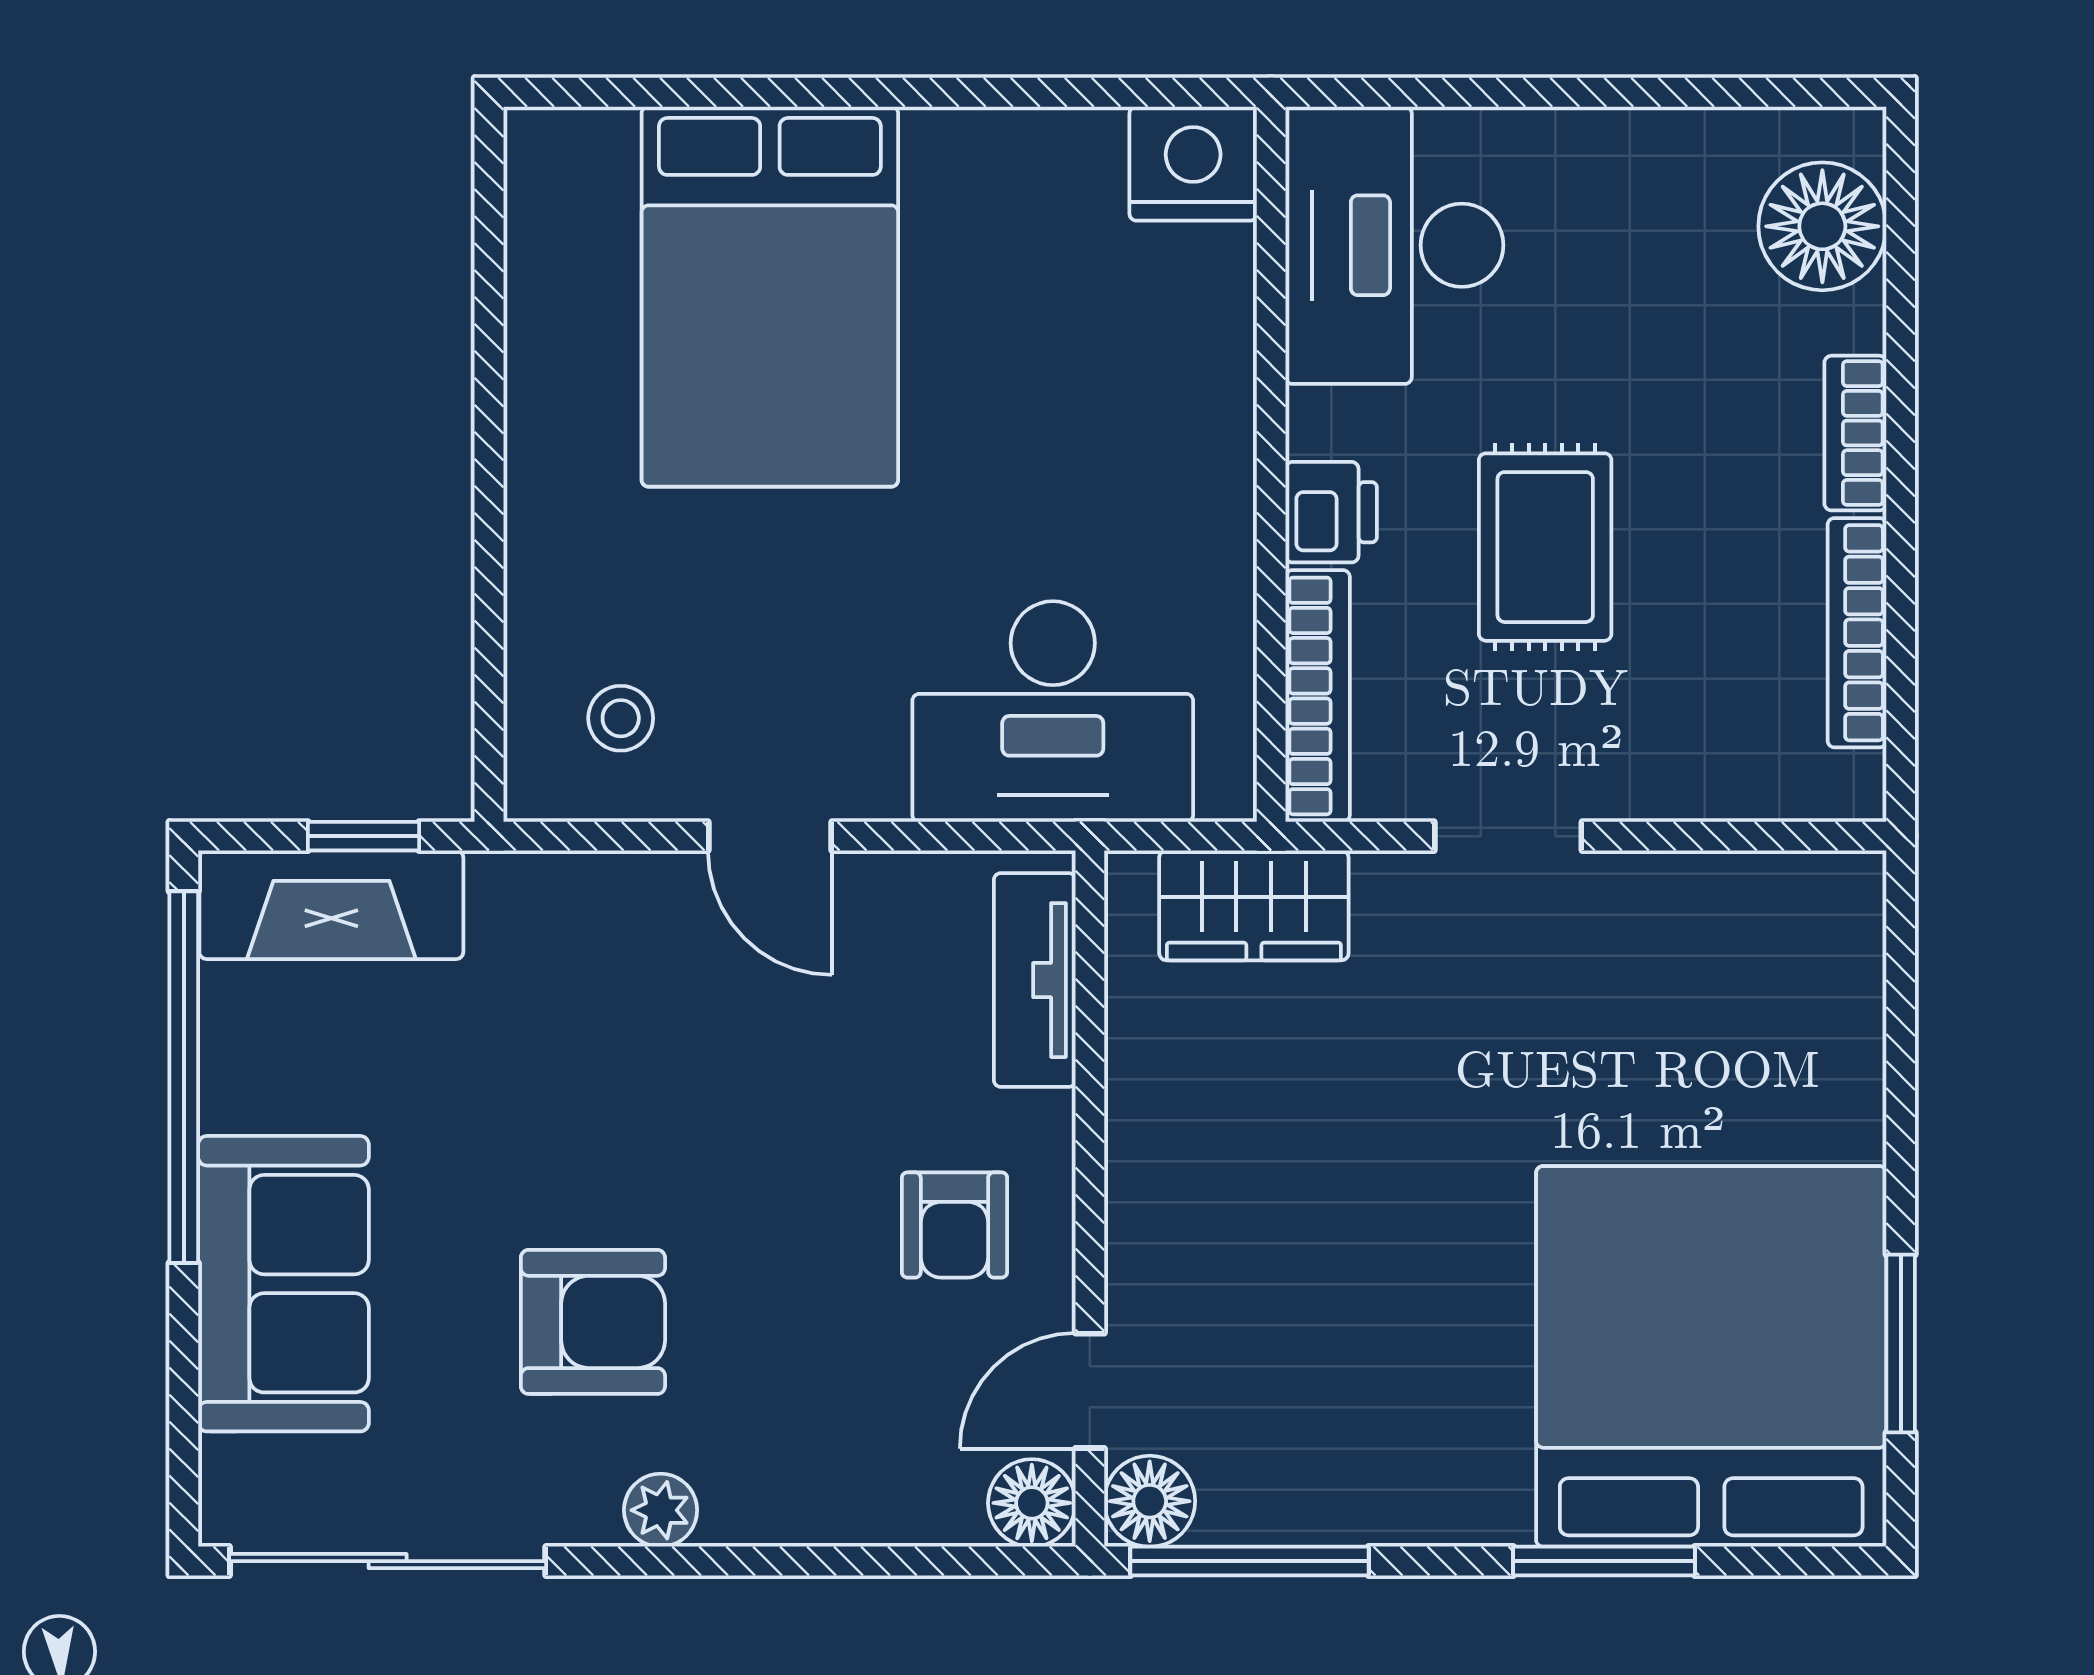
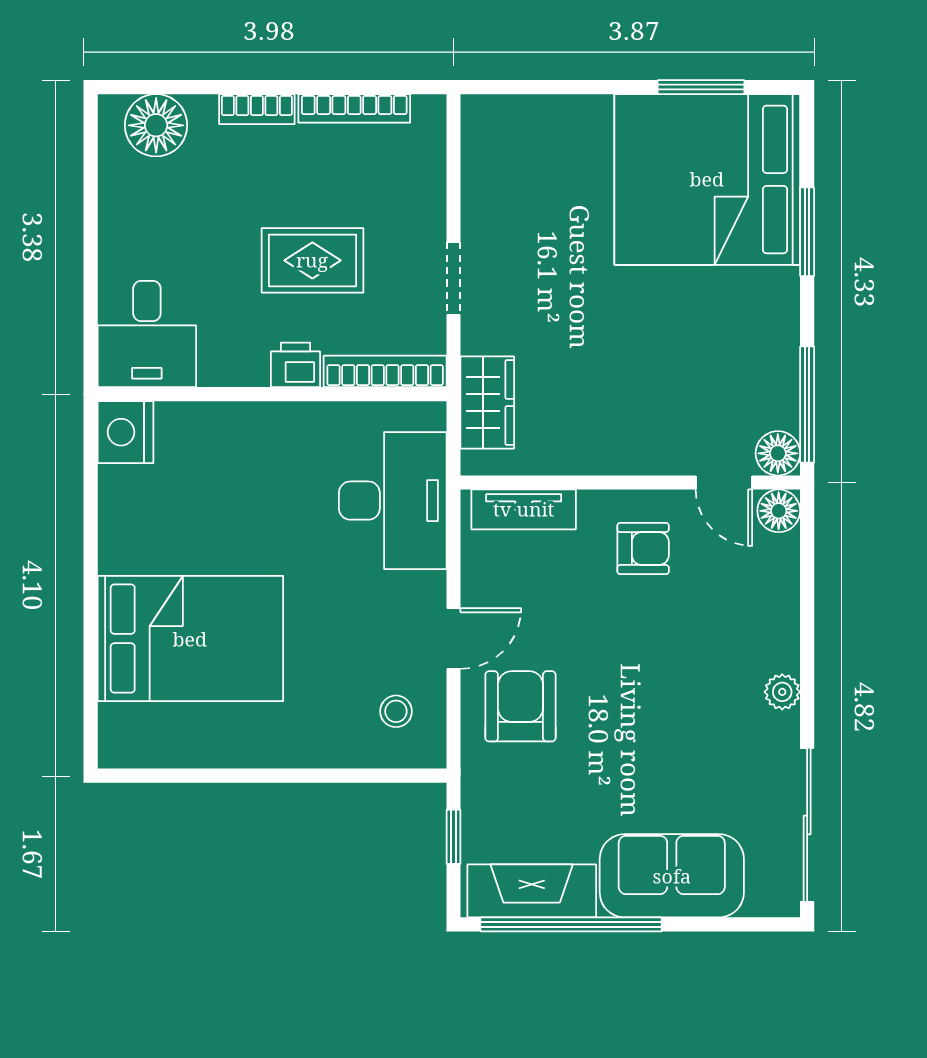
desk: (1394, 245) -> (147, 334), width x0.73
fireplace: (331, 905) -> (532, 891), moved, turned -90
armchair: (593, 1322) -> (520, 706), moved

